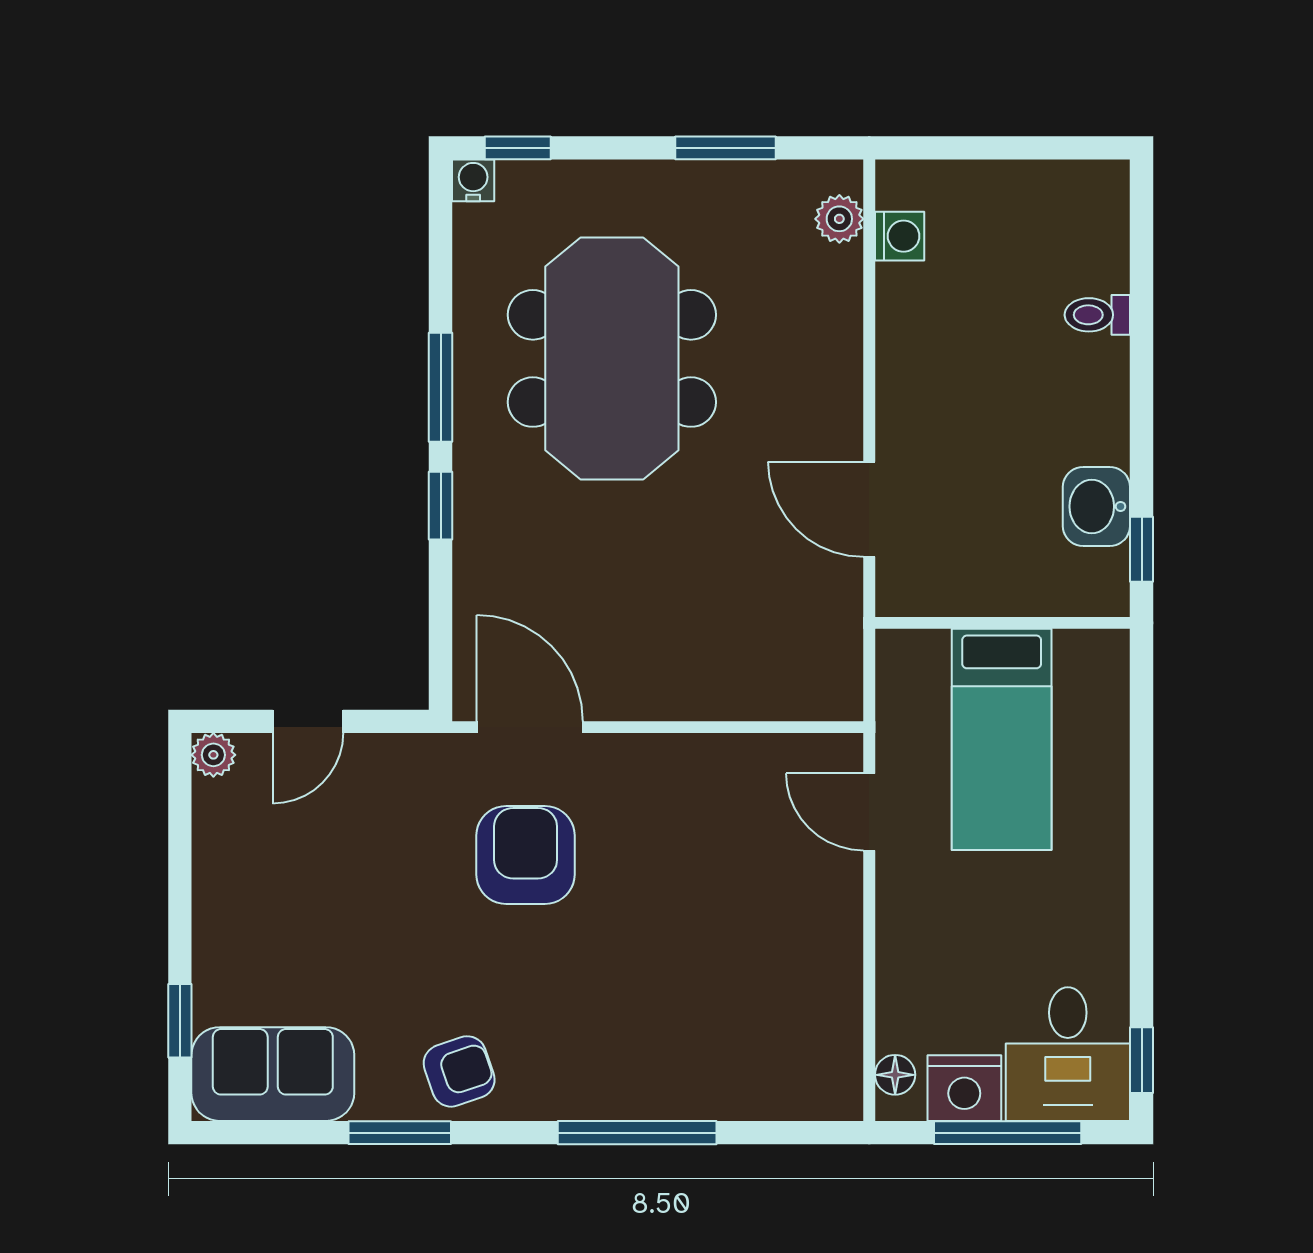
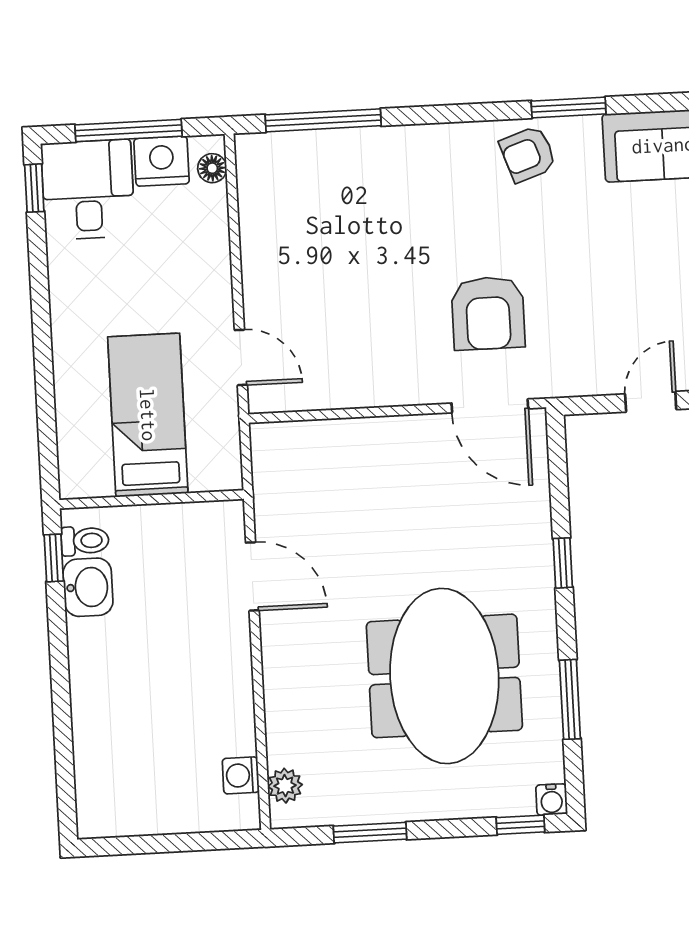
toilet: (1097, 315) -> (85, 541), moved
window: (441, 387) -> (570, 699), moved
window: (637, 1133) -> (323, 120), moved

